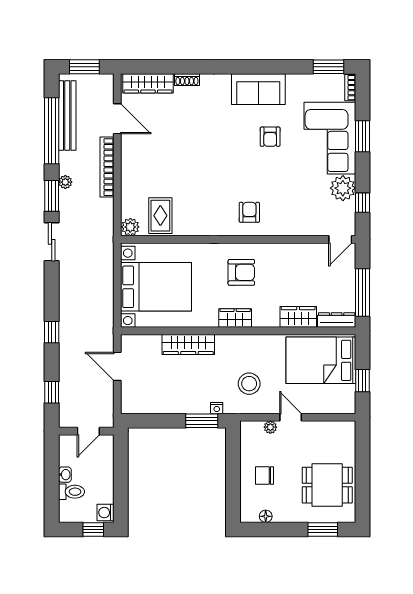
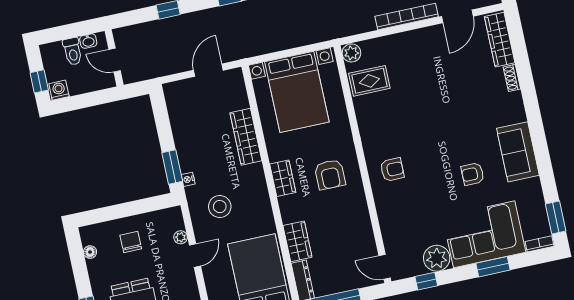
wall: (86, 431) -> (114, 58), moved
door: (88, 431) -> (115, 60), moved

